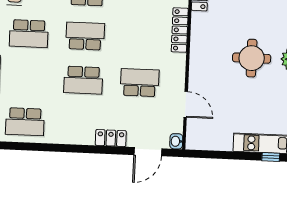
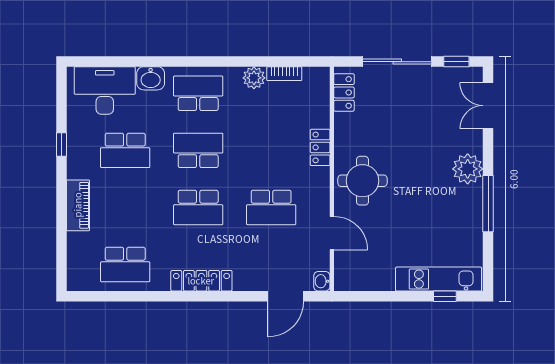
locker: (180, 30) -> (320, 147), width x0.66
round table: (252, 58) -> (362, 181), moved
school desk: (140, 83) -> (271, 207), turned 180
locker: (111, 138) -> (201, 281), moved, width x1.53

